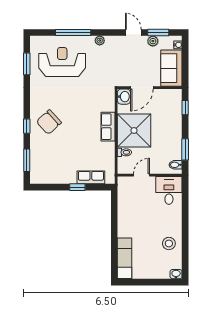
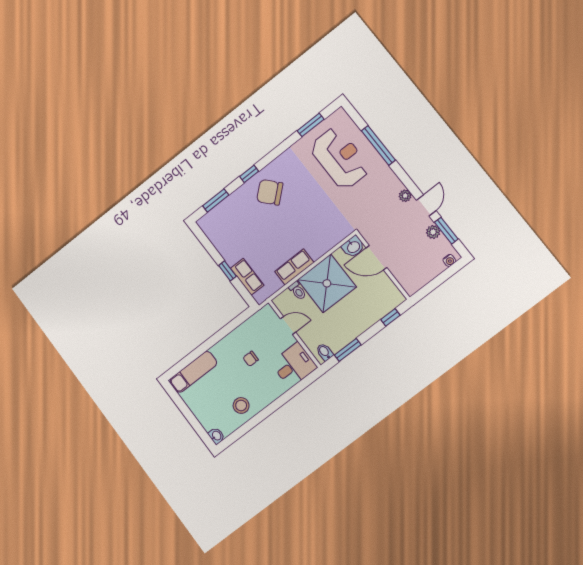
plant: (100, 41) -> (405, 196), moved
sofa: (171, 68) -> (420, 272), removed
row of seats: (108, 127) -> (294, 267), moved
chair: (144, 215) -> (251, 359), added

